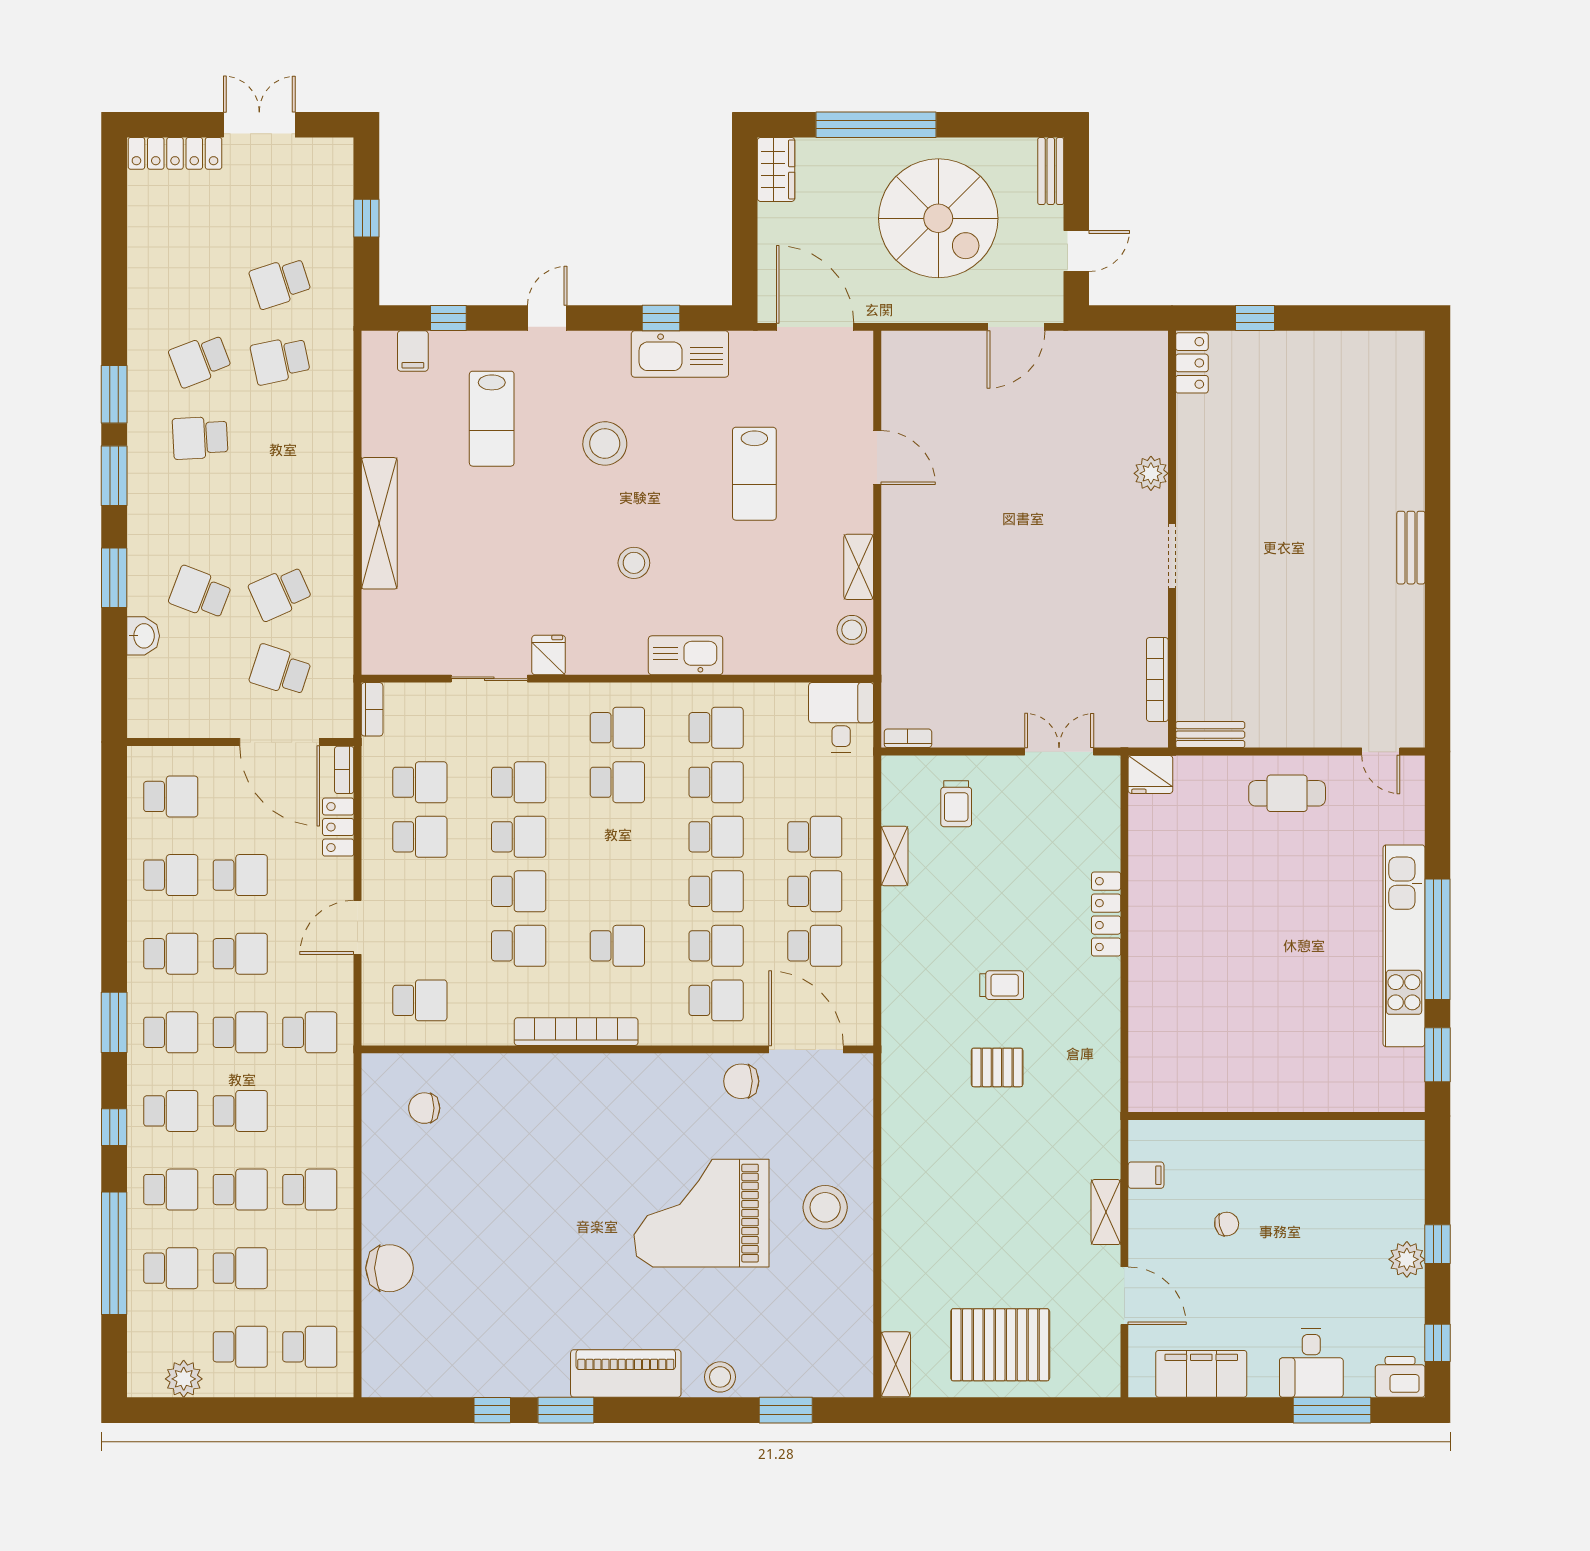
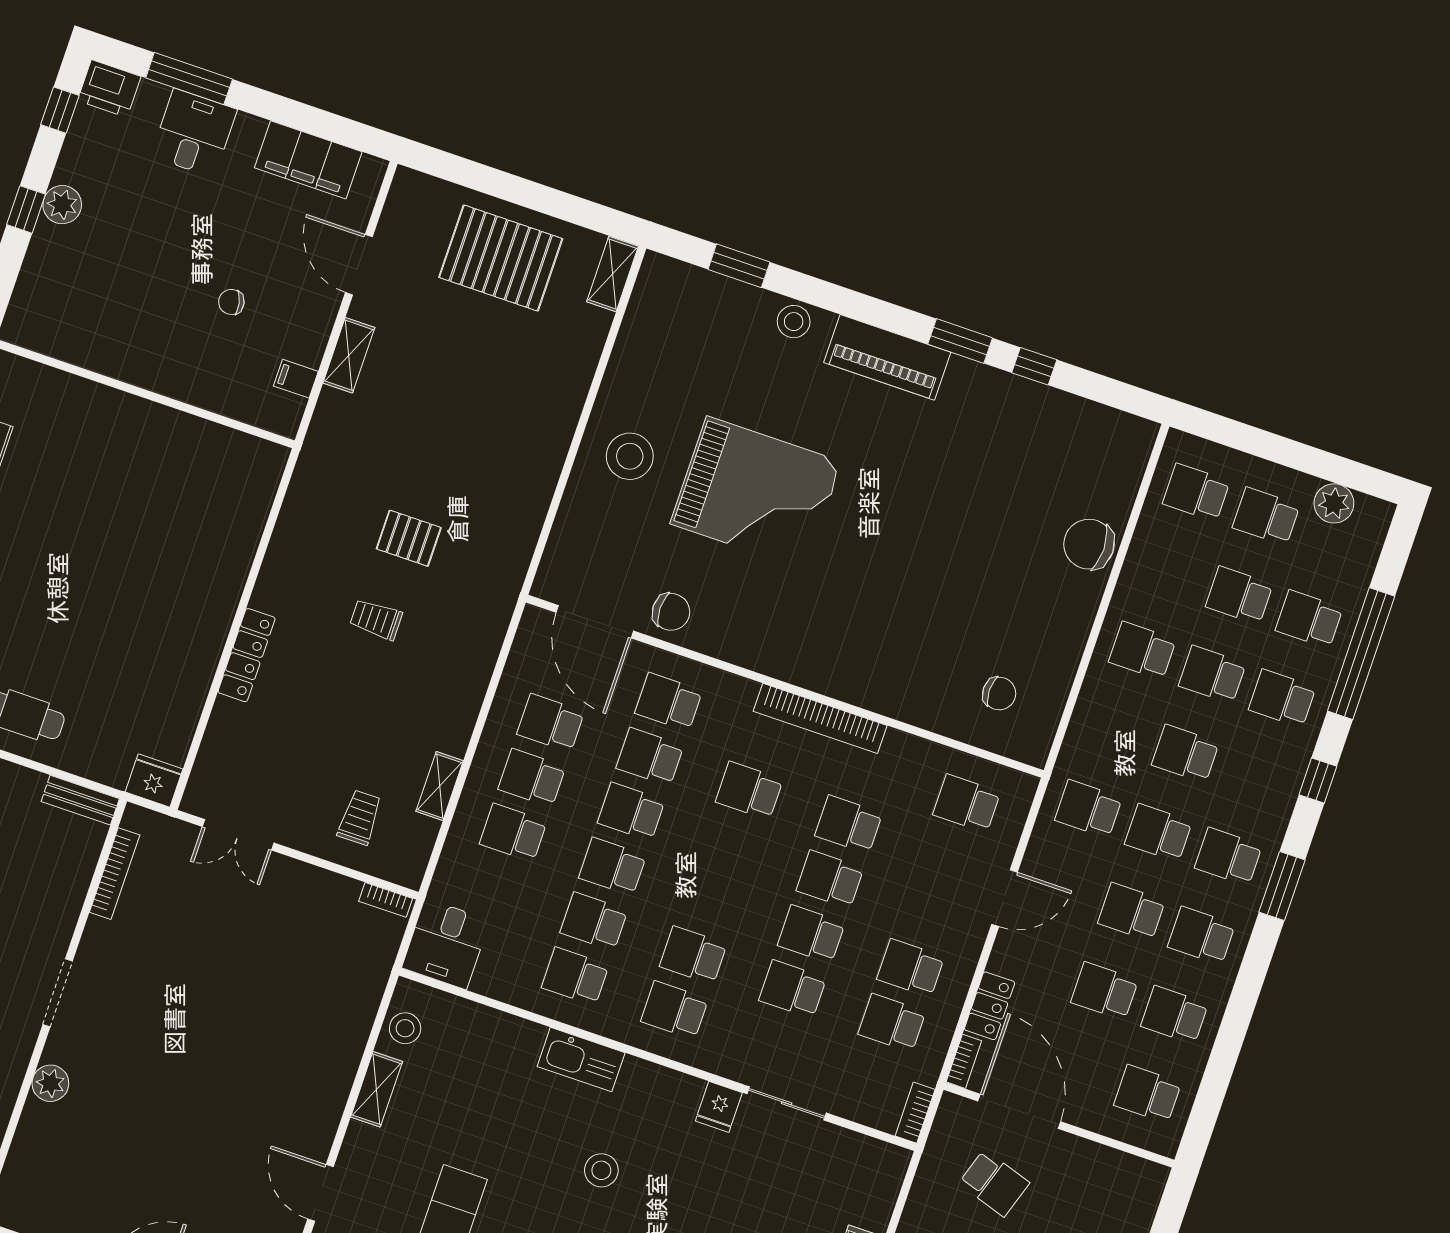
school desk: (171, 1111) -> (1255, 777), removed

